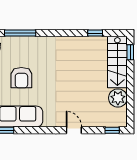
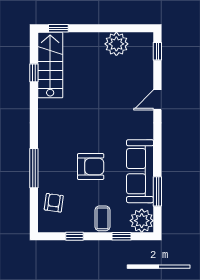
stairs: (117, 62) -> (50, 65), moved, turned -90

